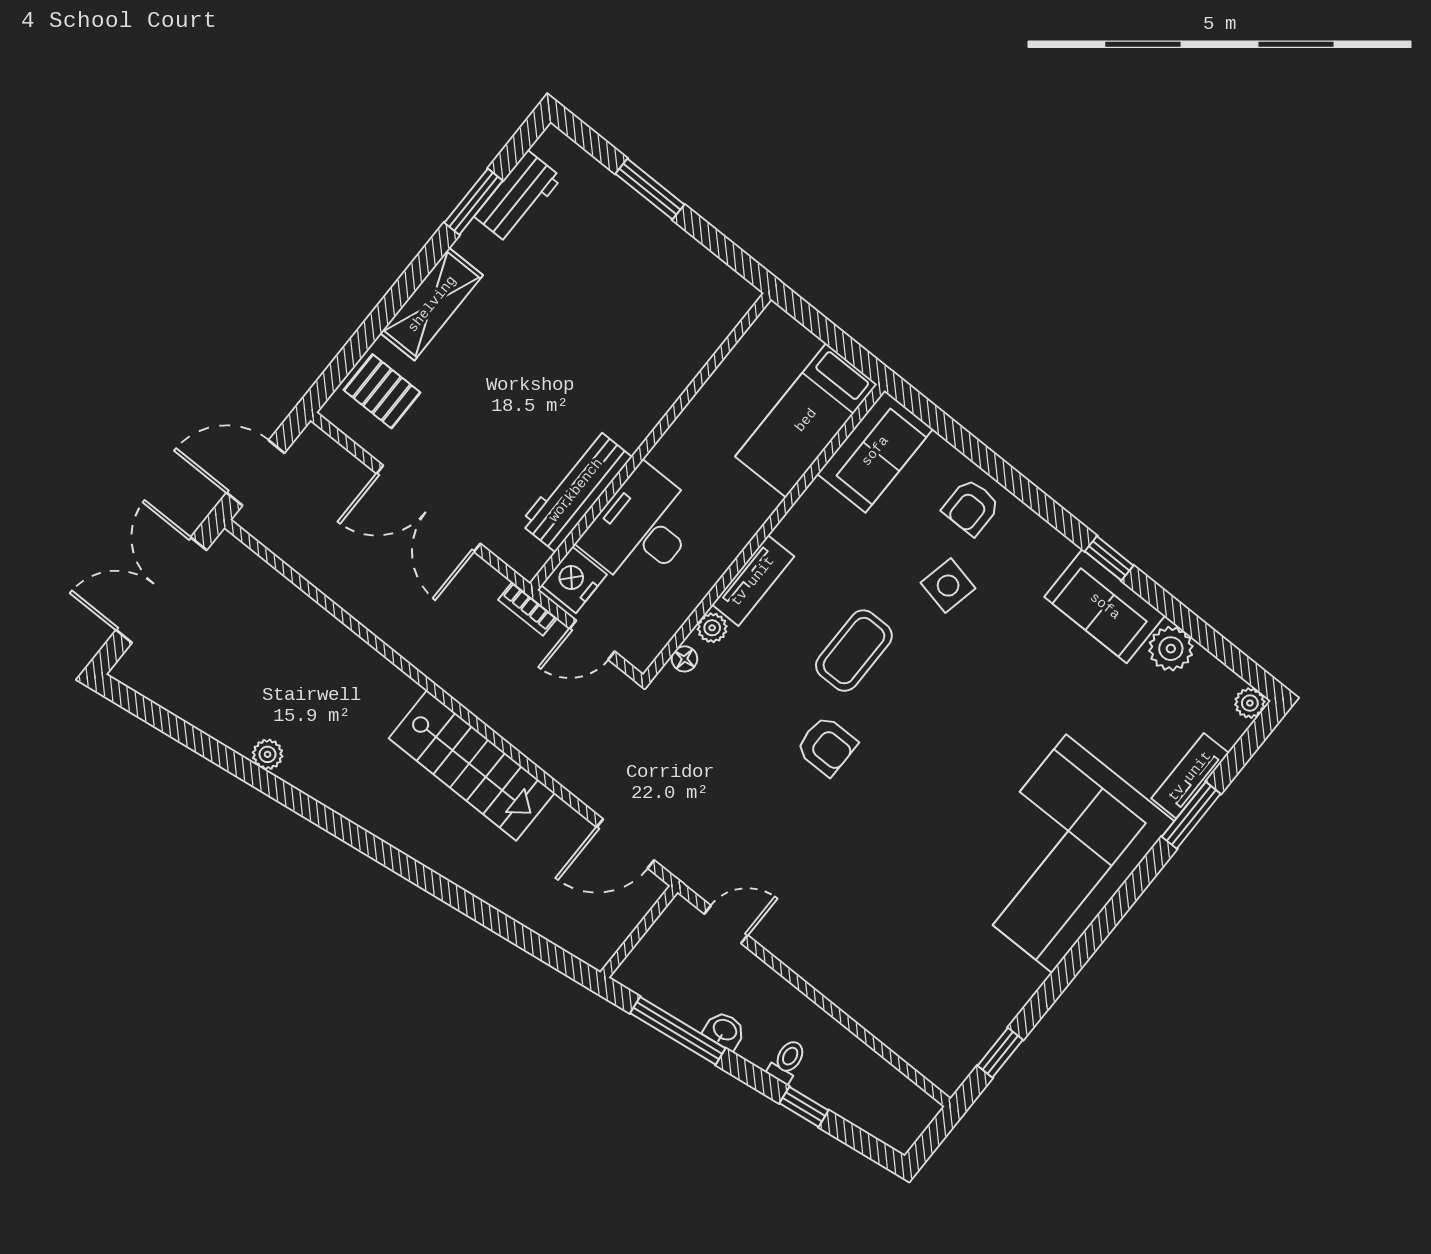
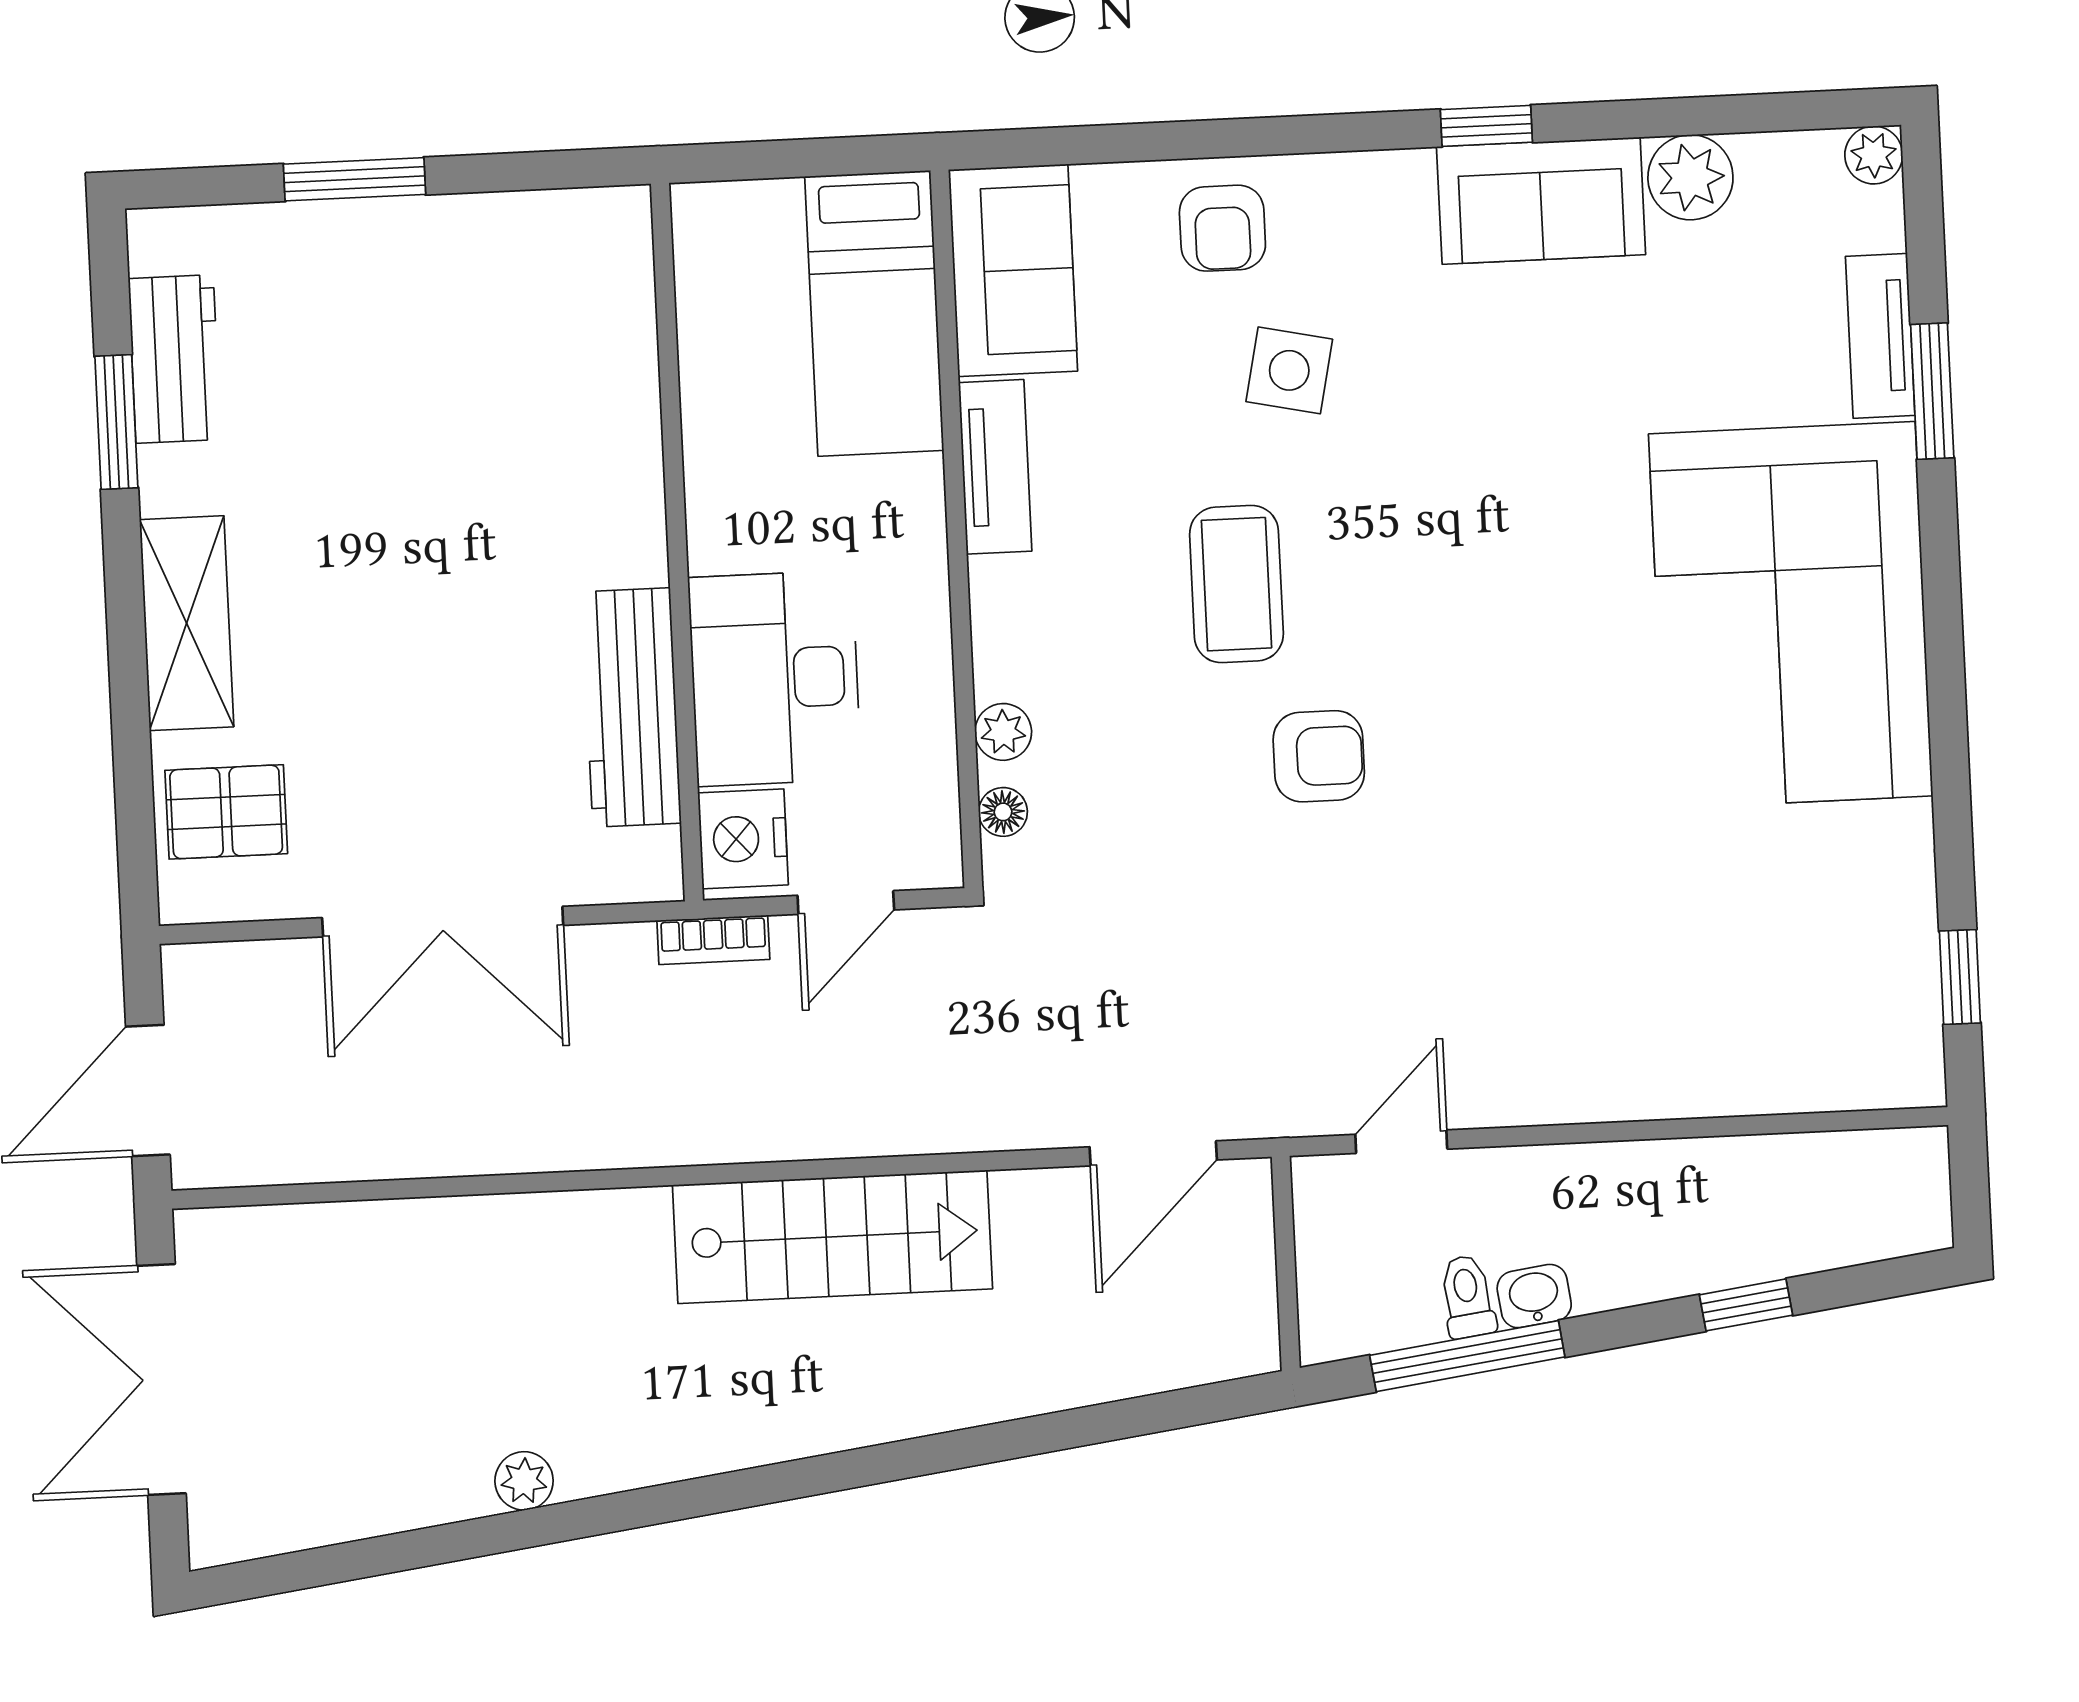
tv unit: (753, 581) -> (995, 467), moved
toilet: (787, 1061) -> (1467, 1297), moved

